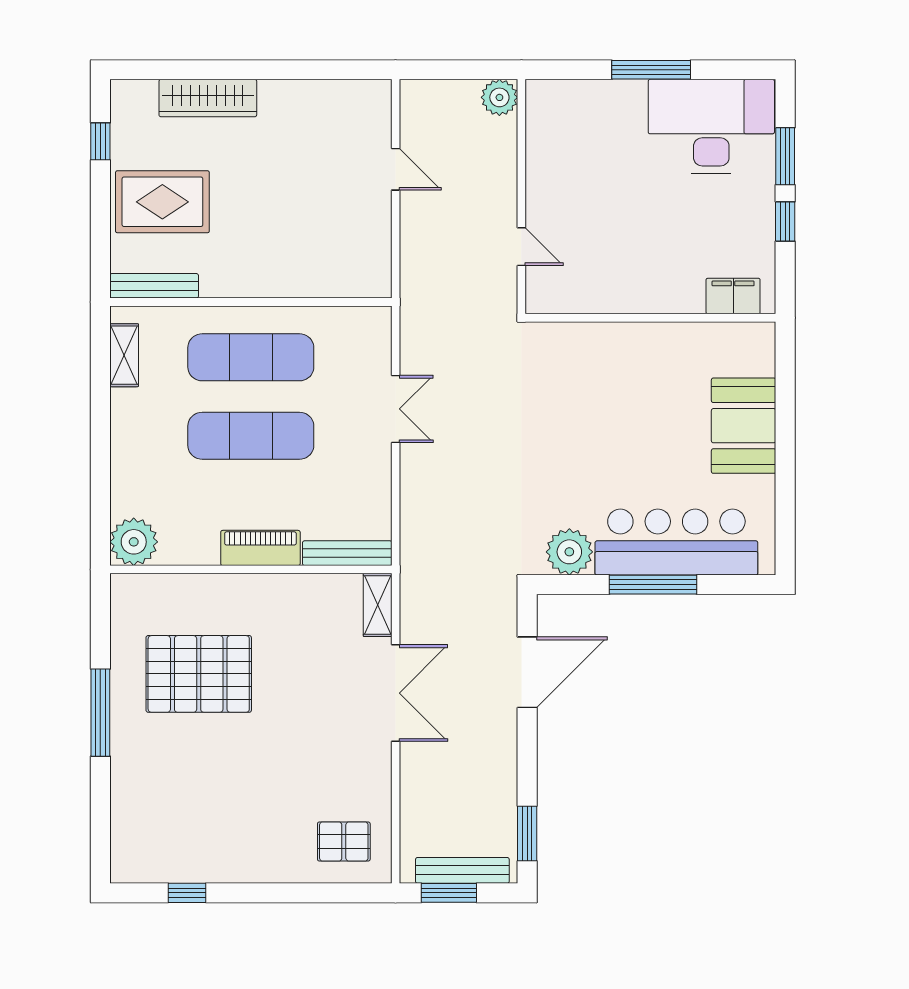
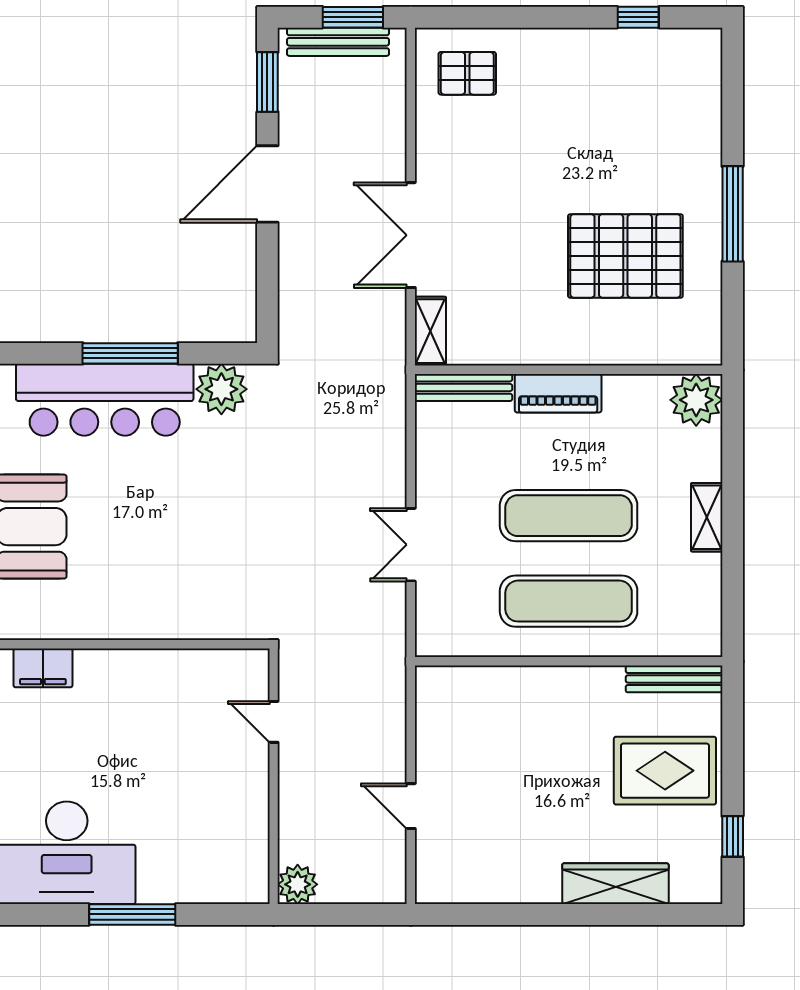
shelving: (124, 355) -> (707, 517), moved
door: (527, 672) -> (267, 184), moved

